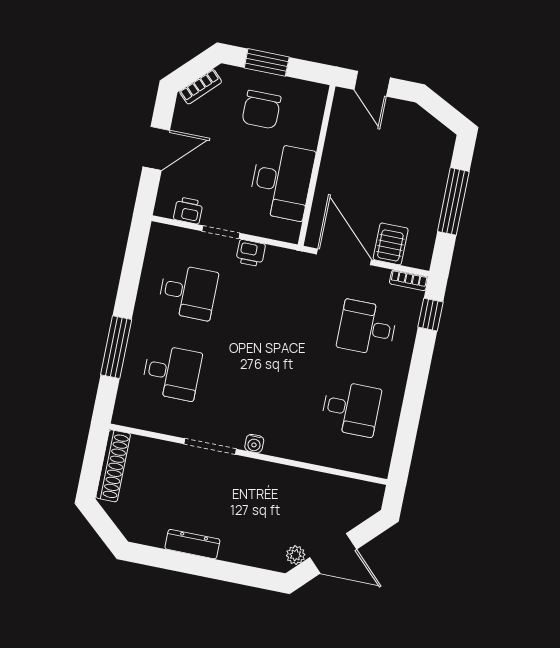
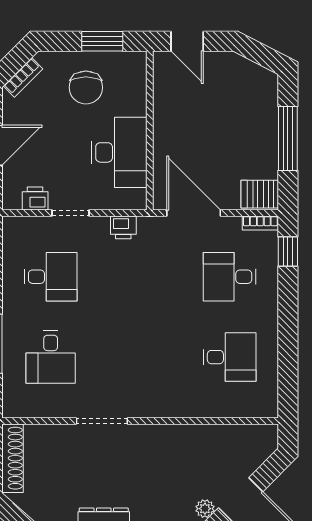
window: (267, 62) -> (102, 41), moved
server rack: (391, 244) -> (260, 194), moved, turned -90
printer: (251, 253) -> (123, 227), moved
desk: (172, 372) -> (51, 357), turned 90
water cooler: (254, 444) -> (144, 410), removed

